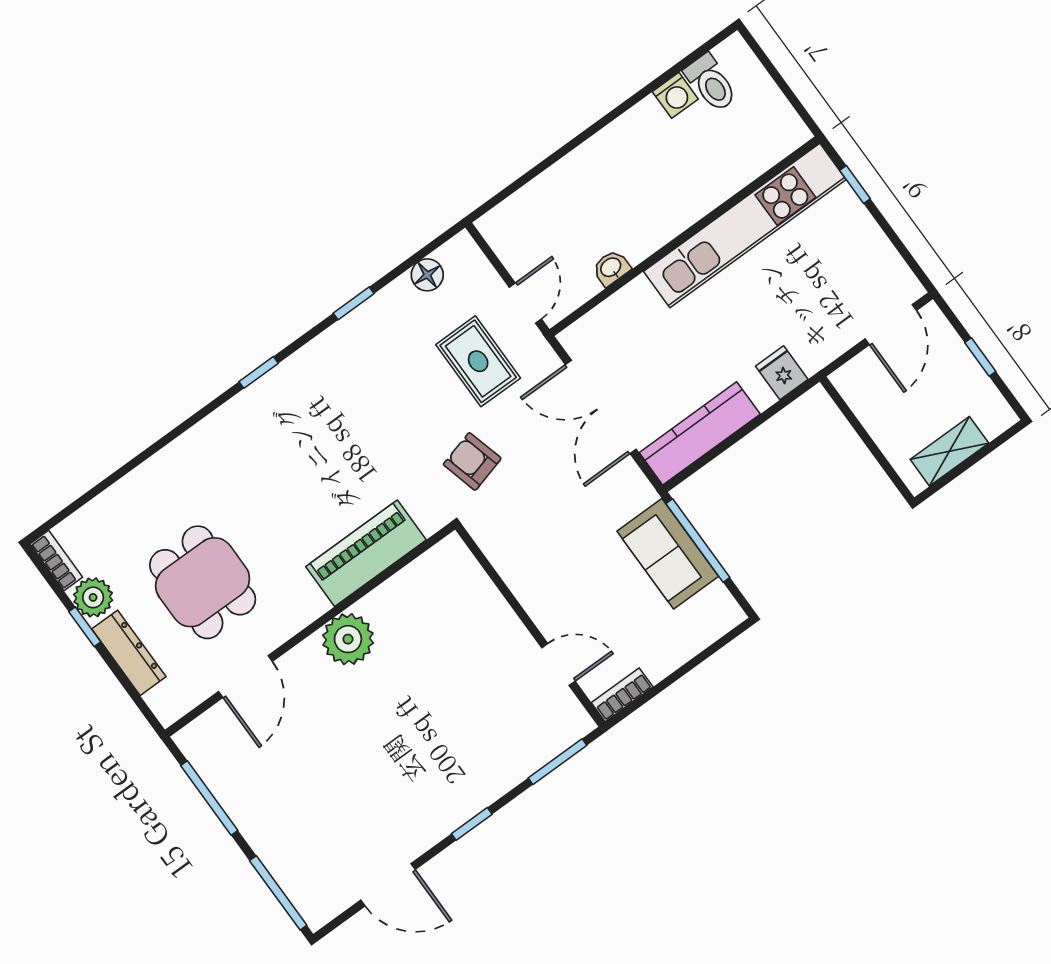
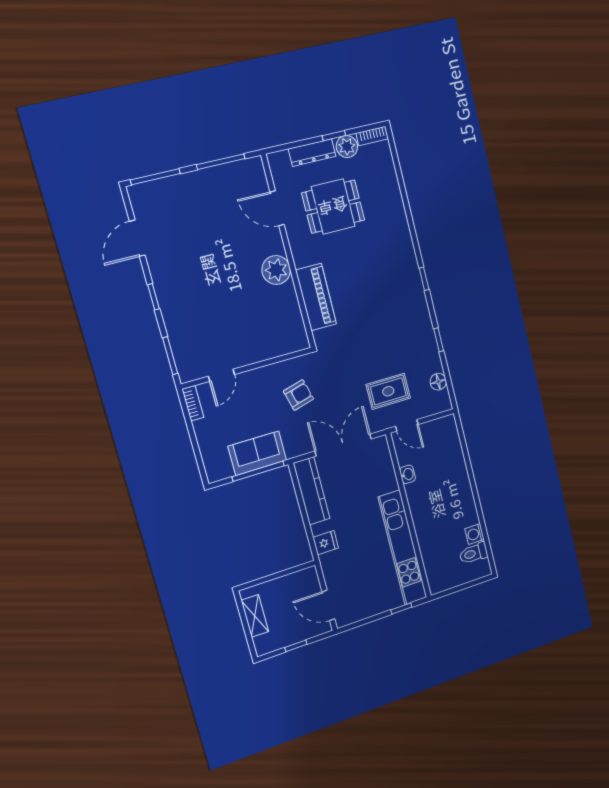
armchair: (472, 461) -> (298, 395), moved

